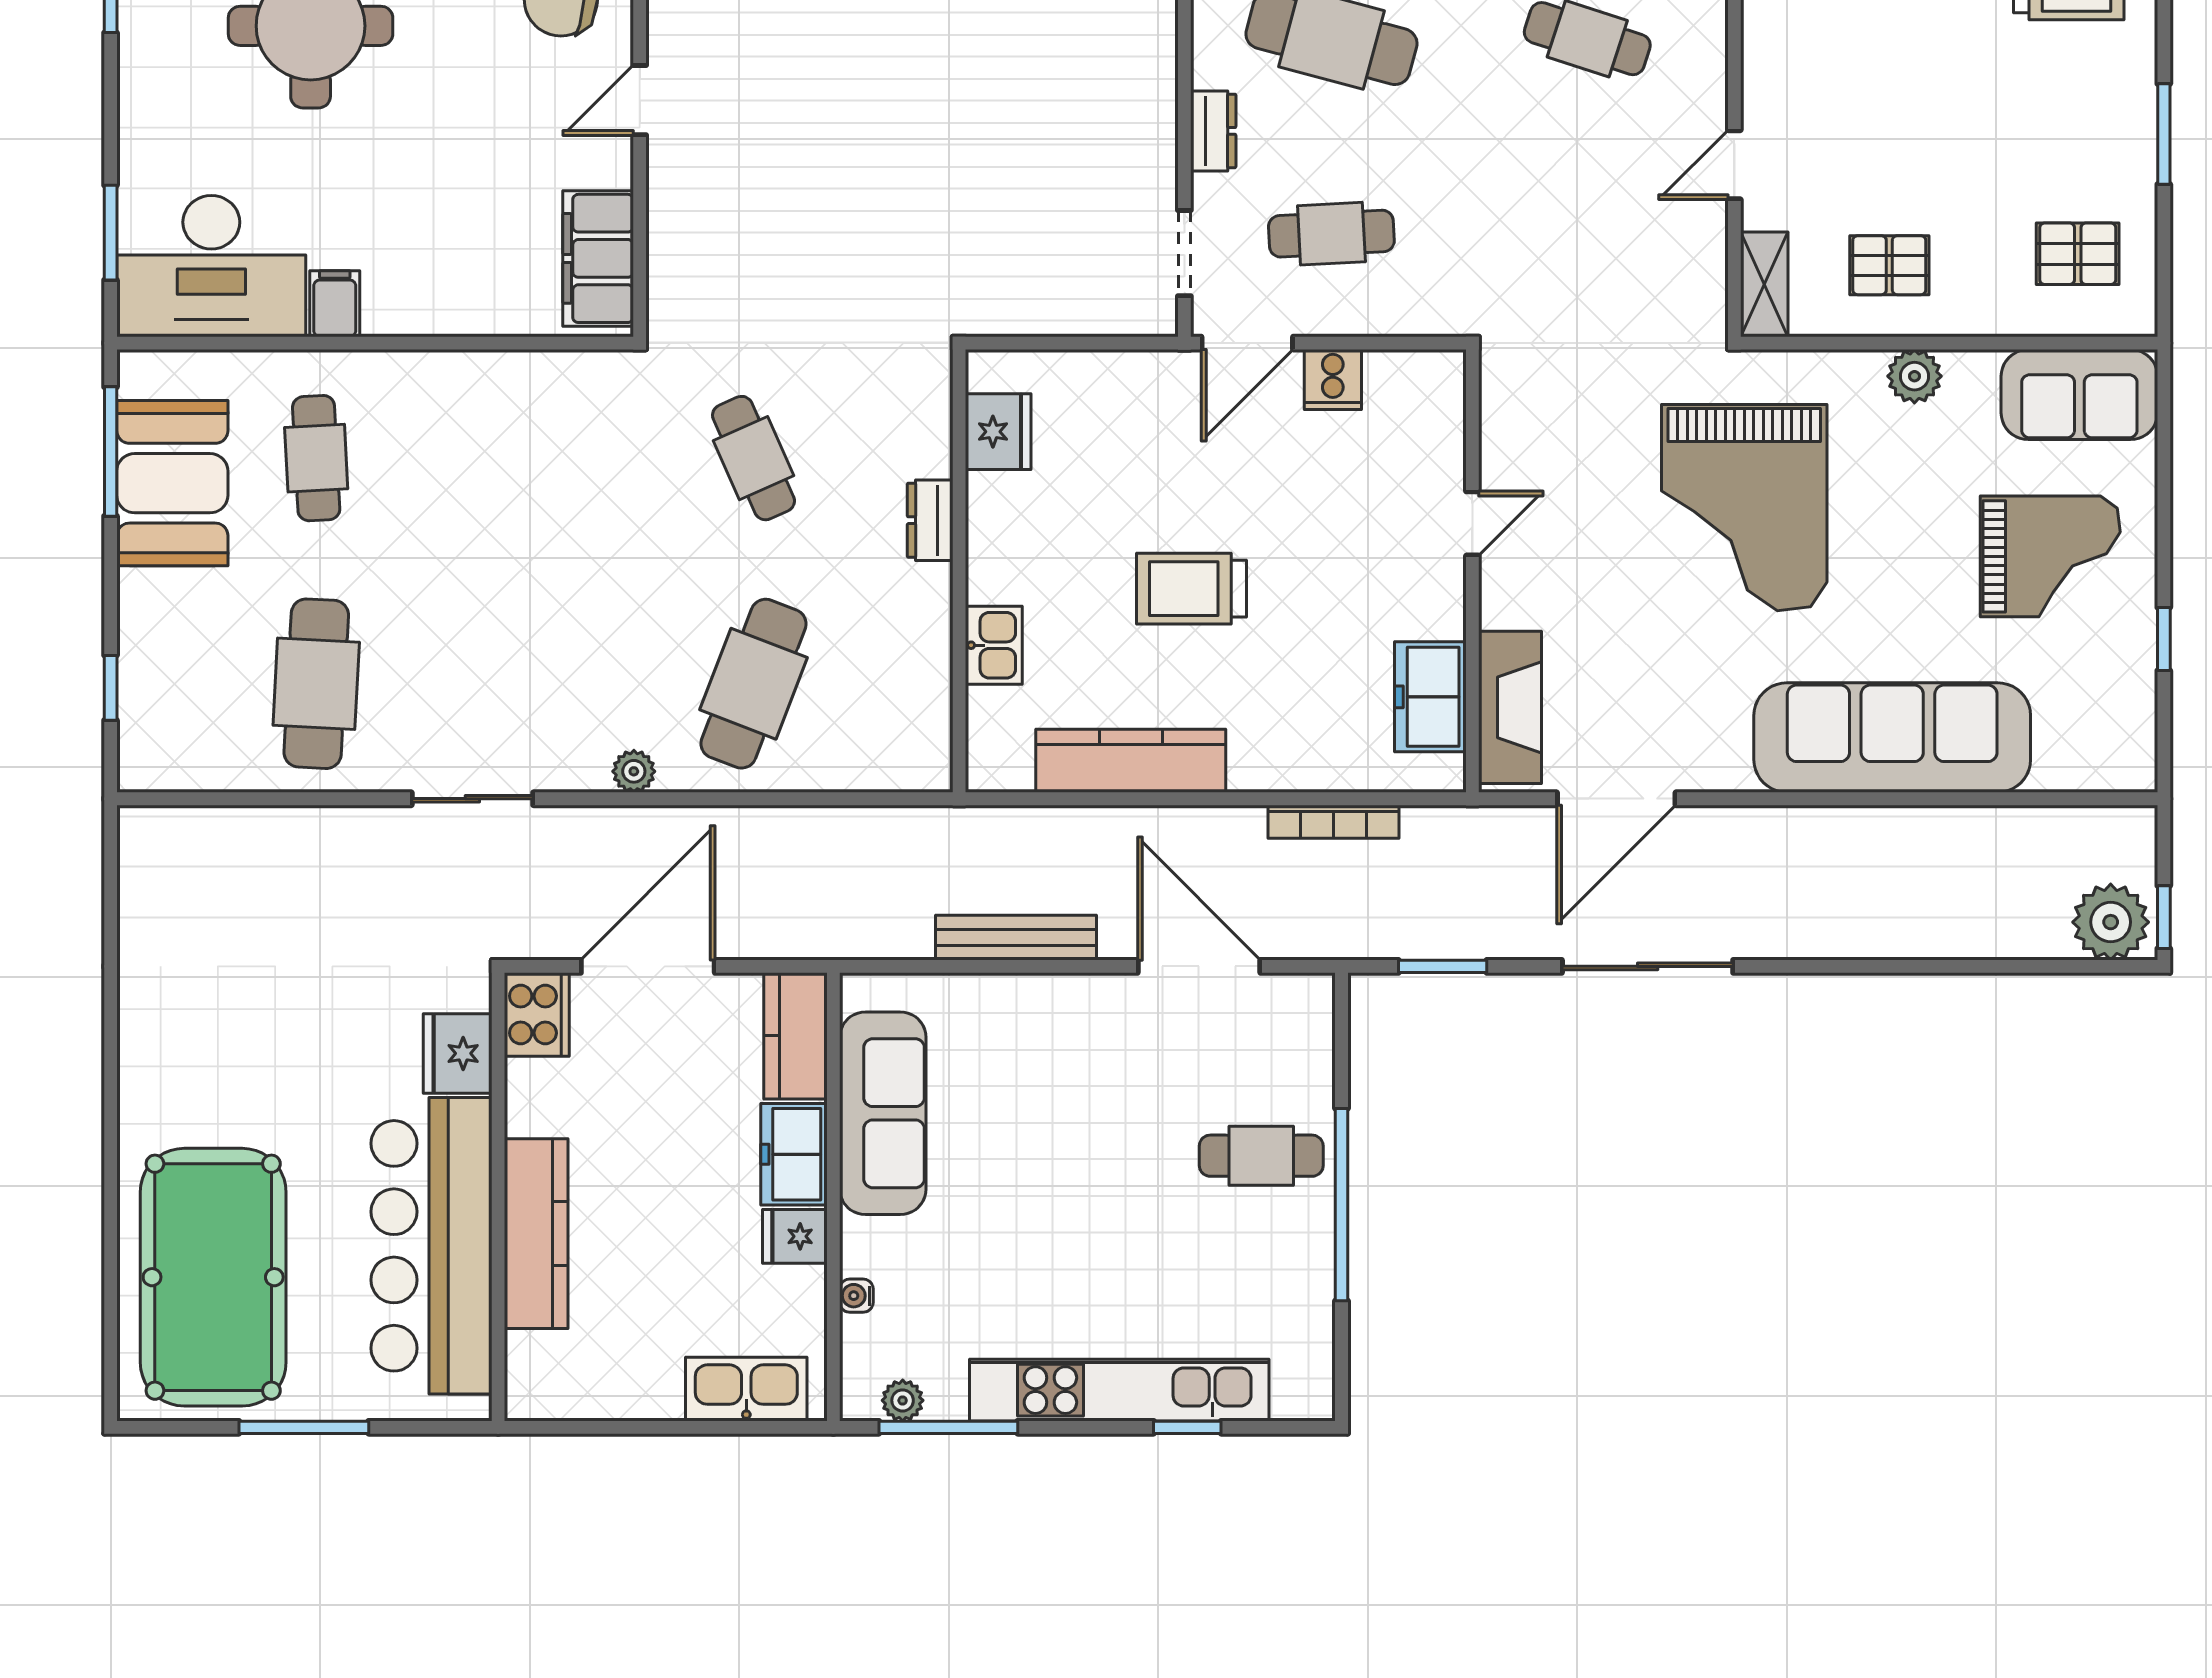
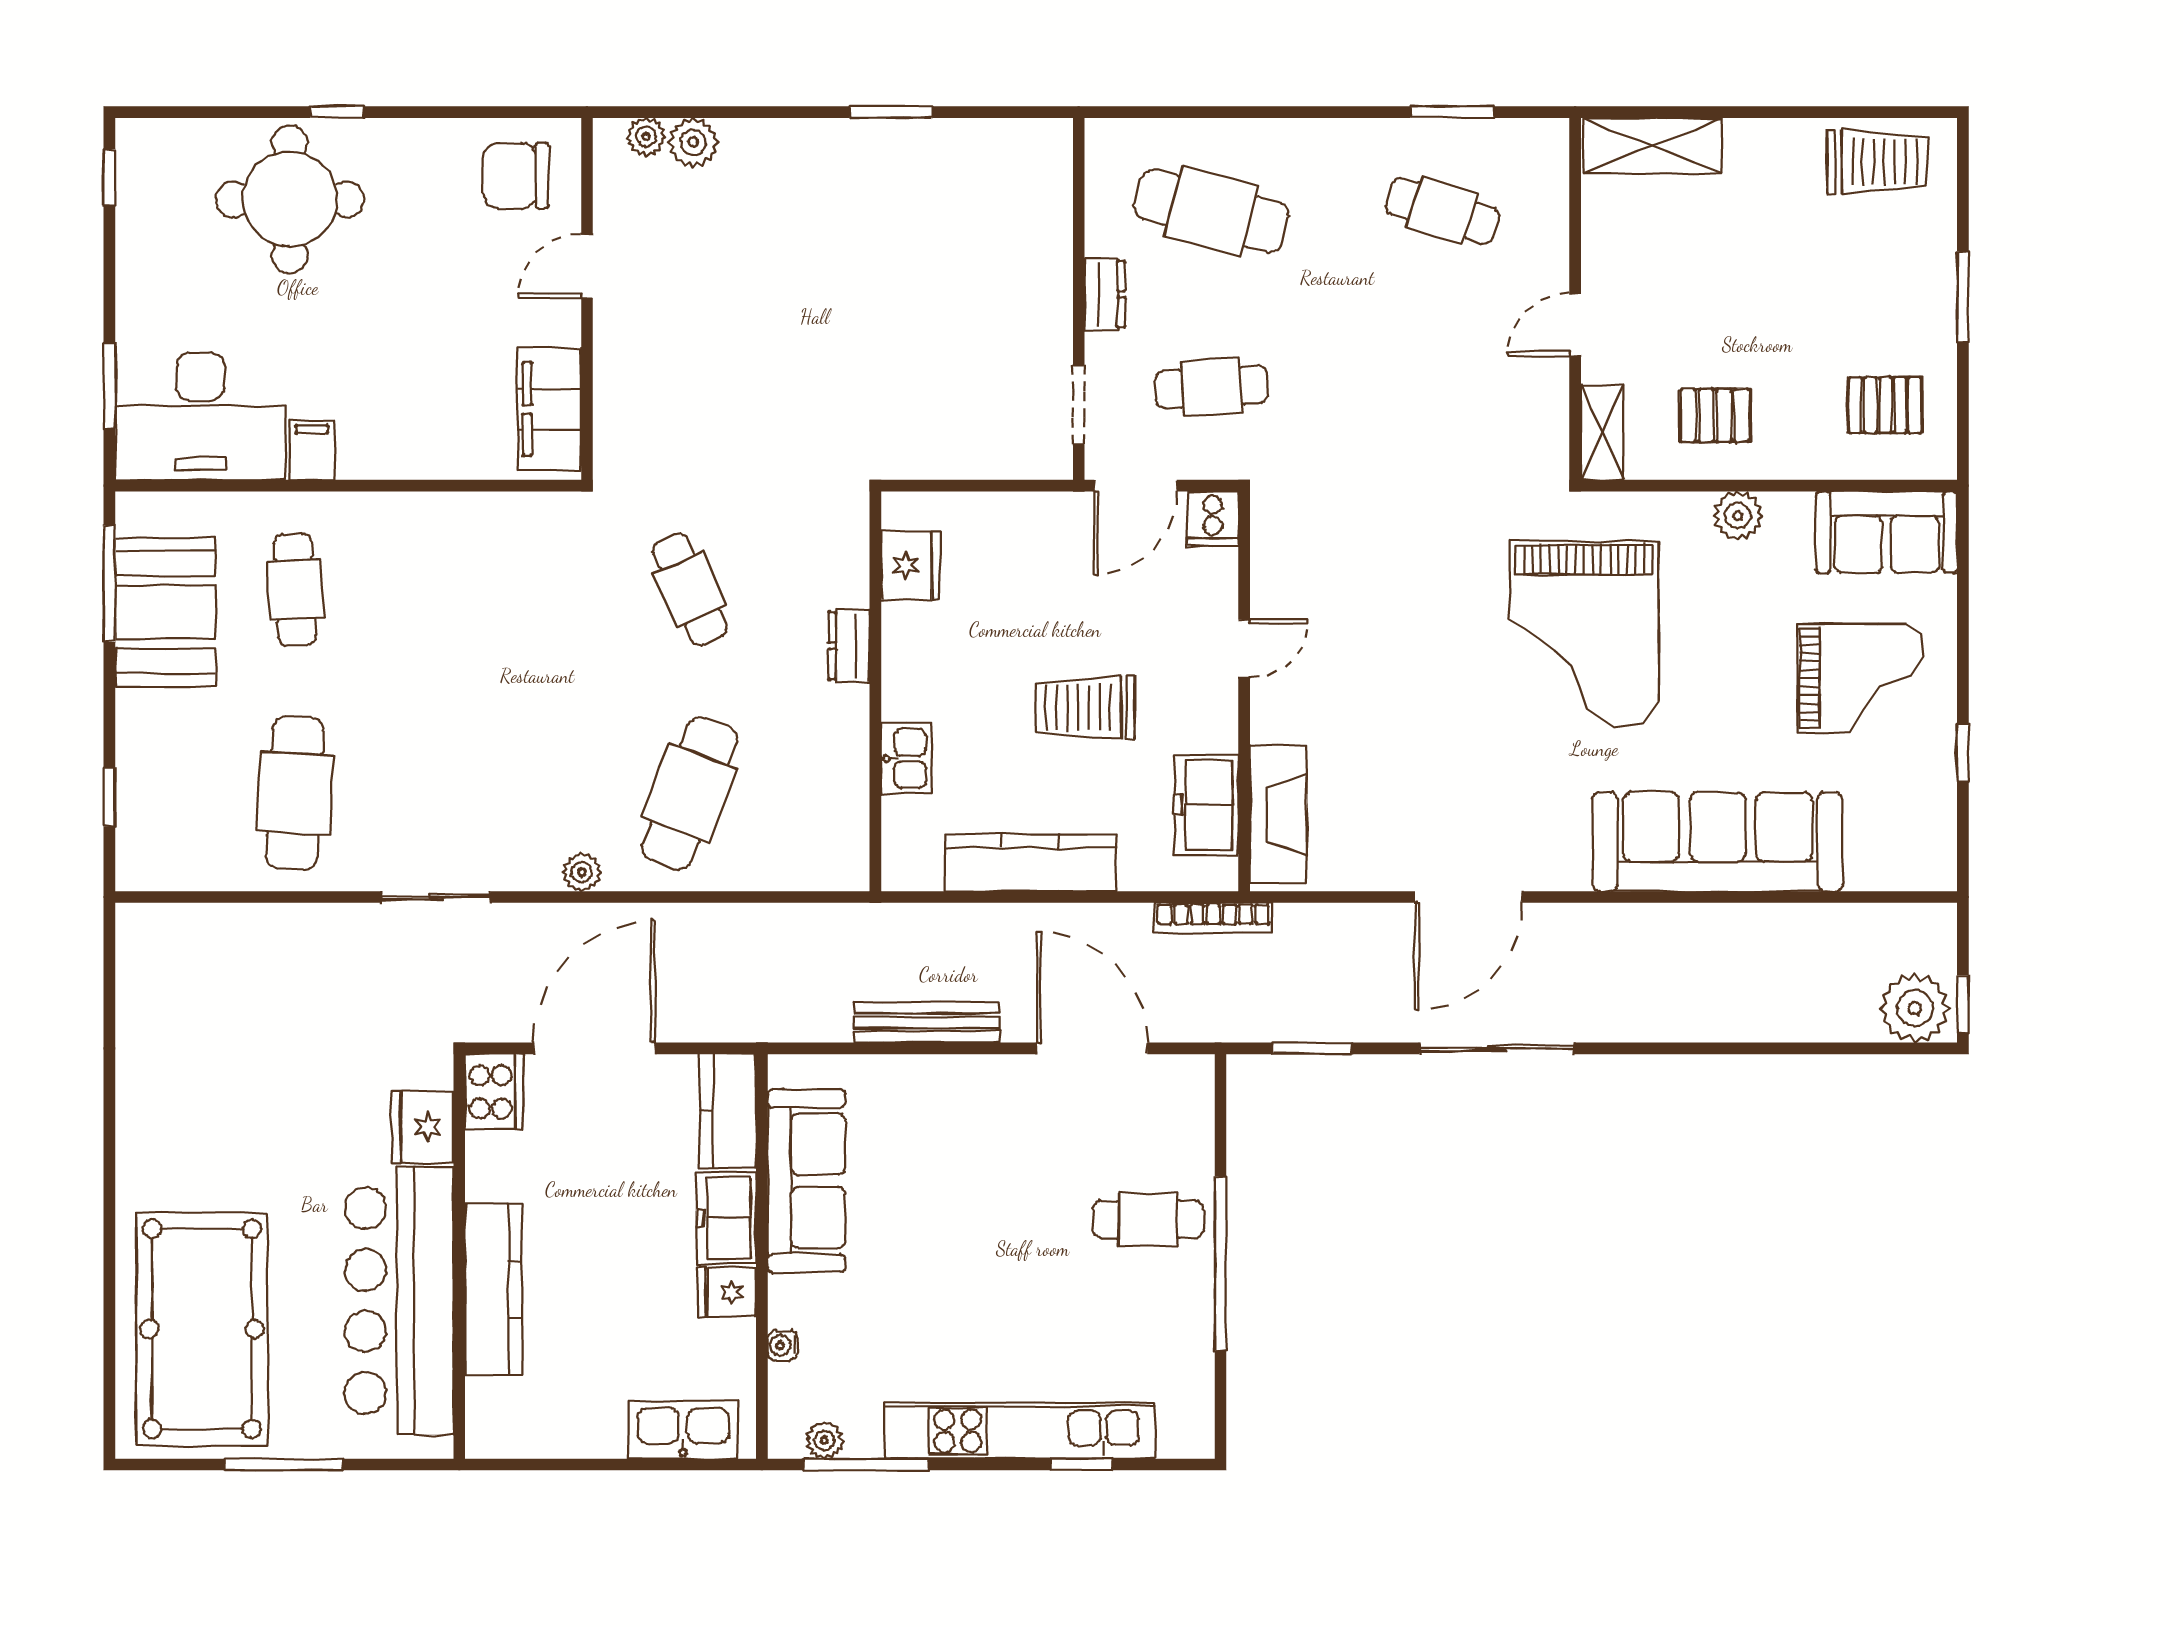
door: (1472, 523) -> (1244, 648), moved
wall: (1472, 571) -> (1244, 691), moved
freezer: (1430, 697) -> (1206, 805), moved
fireplace: (1510, 707) -> (1278, 815), moved

